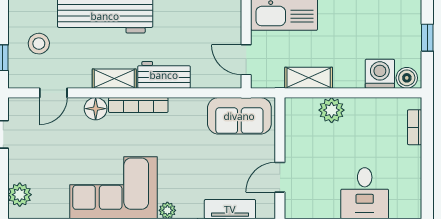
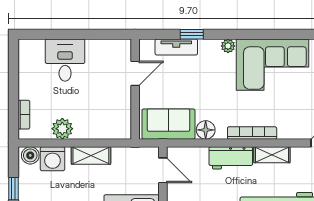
shelving: (309, 78) -> (91, 156), moved
floor lamp: (96, 109) -> (206, 130), moved
plant: (332, 110) -> (62, 129), moved

